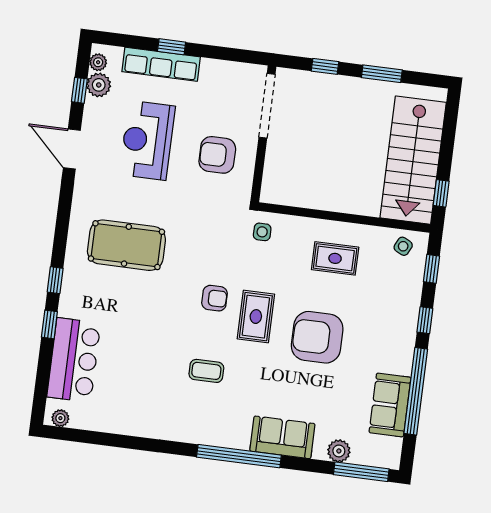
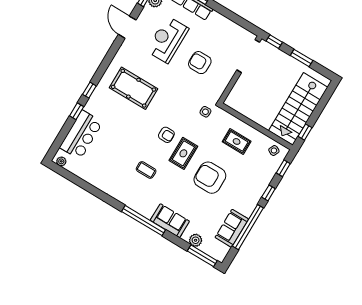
doorway: (267, 106) -> (248, 56), moved
wall: (263, 134) -> (240, 70), moved

